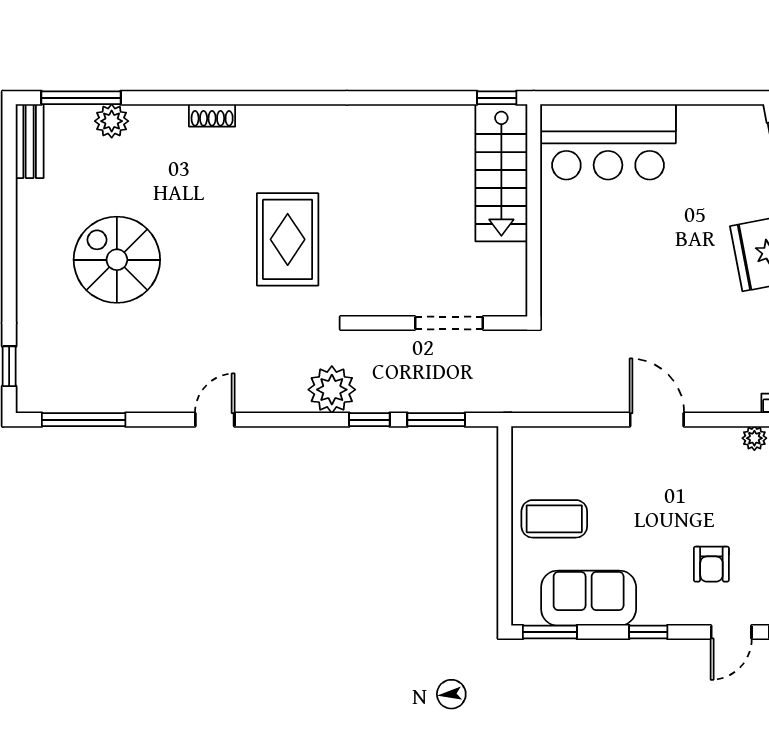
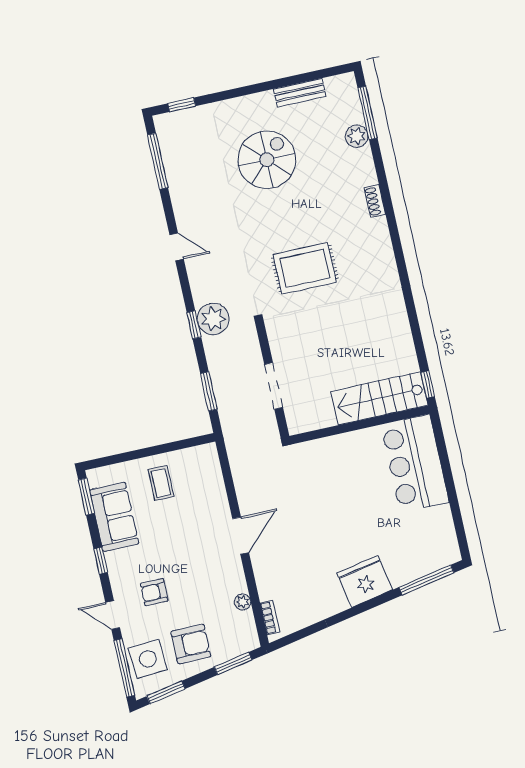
bench: (30, 141) -> (300, 93), moved
window: (369, 420) -> (194, 325), moved
coffee table: (554, 519) -> (161, 483), width x0.73, depth x0.77

